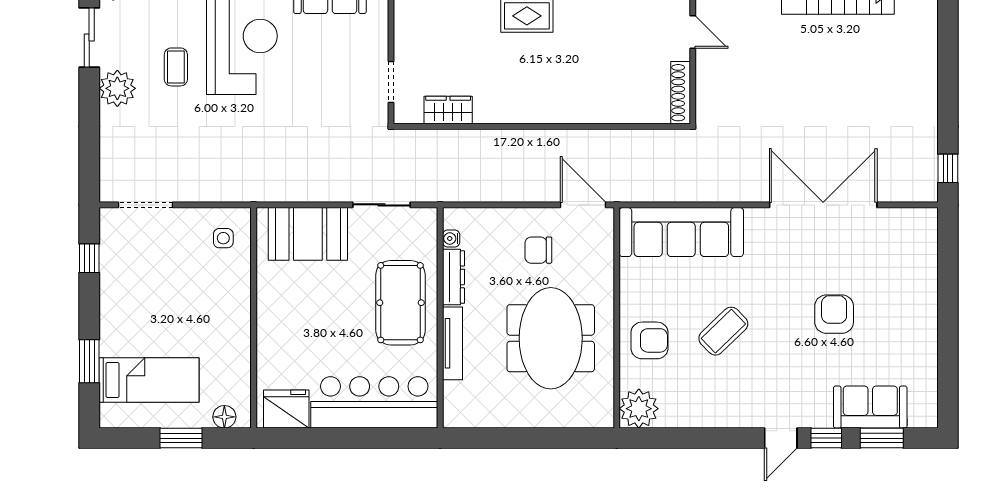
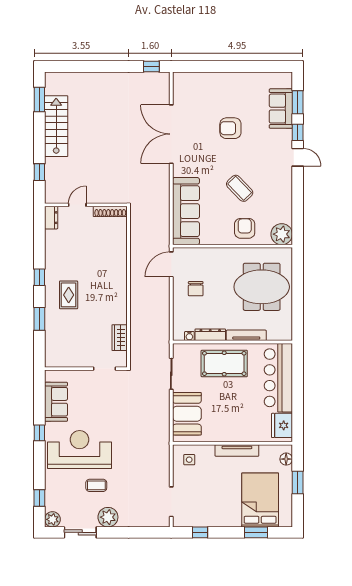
tv unit: (240, 326) -> (237, 450), added
meeting table: (551, 338) -> (262, 287), moved
bed: (149, 380) -> (260, 500), width x1.50

